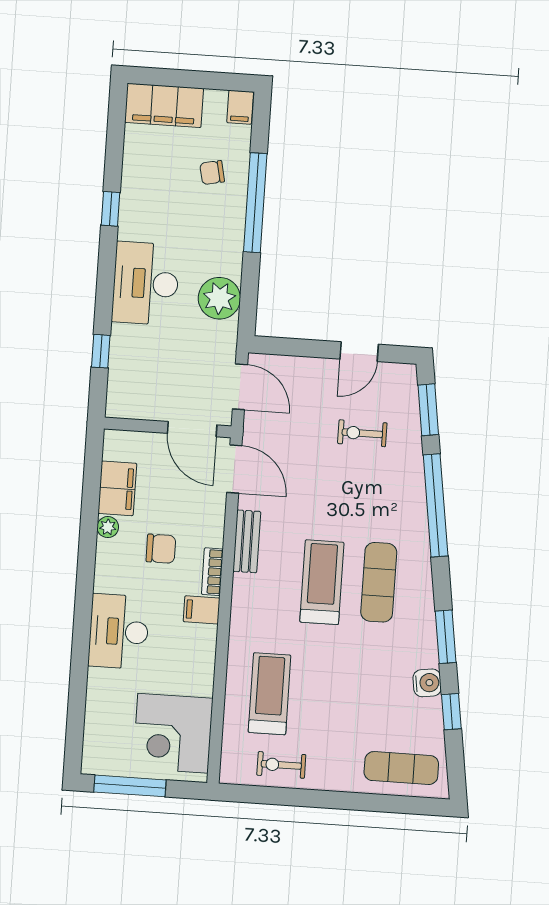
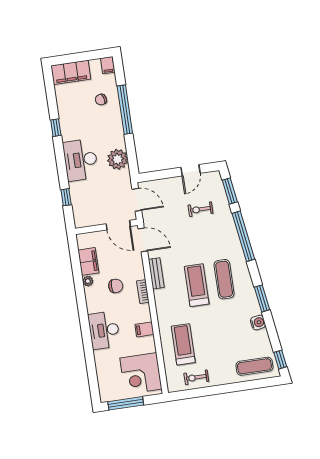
filing cabinet: (202, 610) -> (144, 329), moved
window: (451, 712) -> (280, 360), moved

